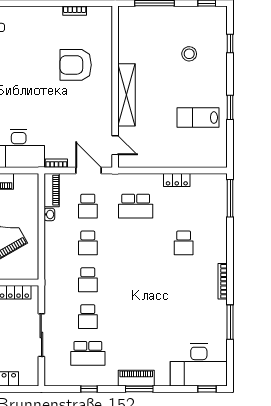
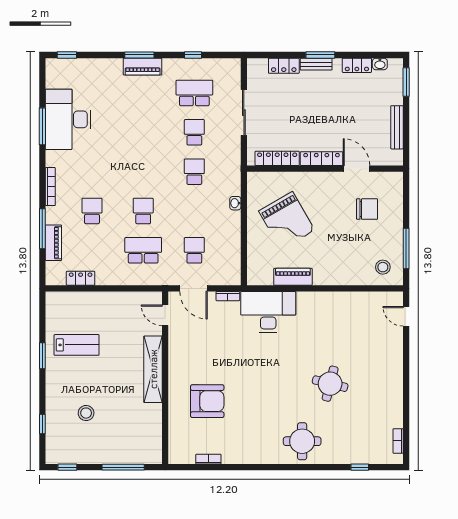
locker: (177, 180) -> (81, 278), moved
piano: (52, 190) -> (53, 243), moved, turned 180
window: (230, 198) -> (42, 229), moved
washbasin: (49, 214) -> (235, 203), moved
school desk: (88, 243) -> (143, 211), moved
bookcase: (223, 281) -> (50, 187), moved
desk: (199, 365) -> (68, 119), moved, turned -90

